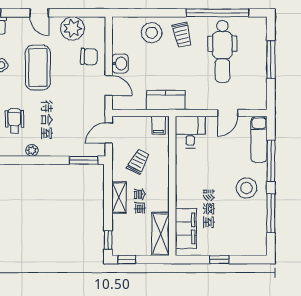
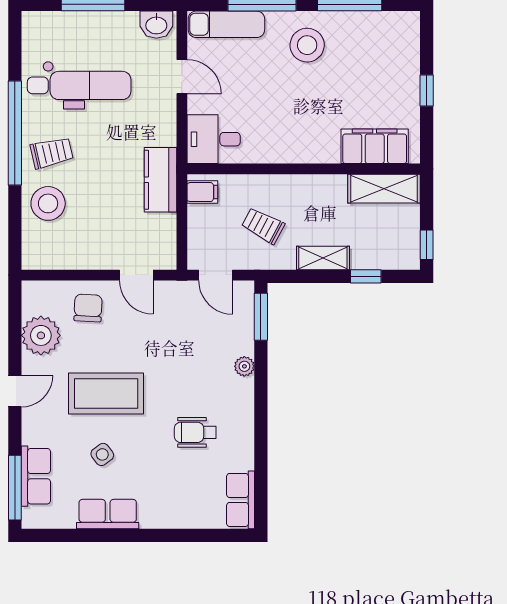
window: (218, 13) -> (15, 133), moved
washbasin: (120, 64) -> (156, 25), moved, turned 180
door: (109, 86) -> (136, 275), swing flipped
plant: (32, 150) -> (244, 366), moved
window: (108, 240) -> (366, 276), moved

